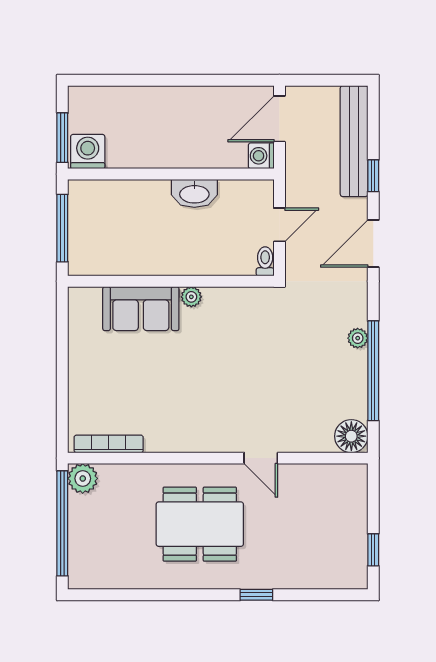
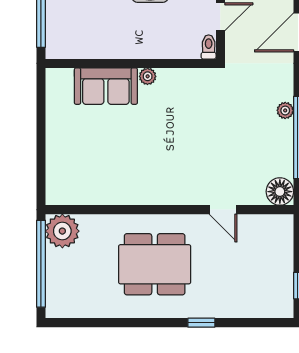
bookcase: (109, 444) -> (79, 198), removed
door: (261, 458) -> (223, 210), moved
plant: (83, 478) -> (62, 231), width x1.36, depth x1.36

